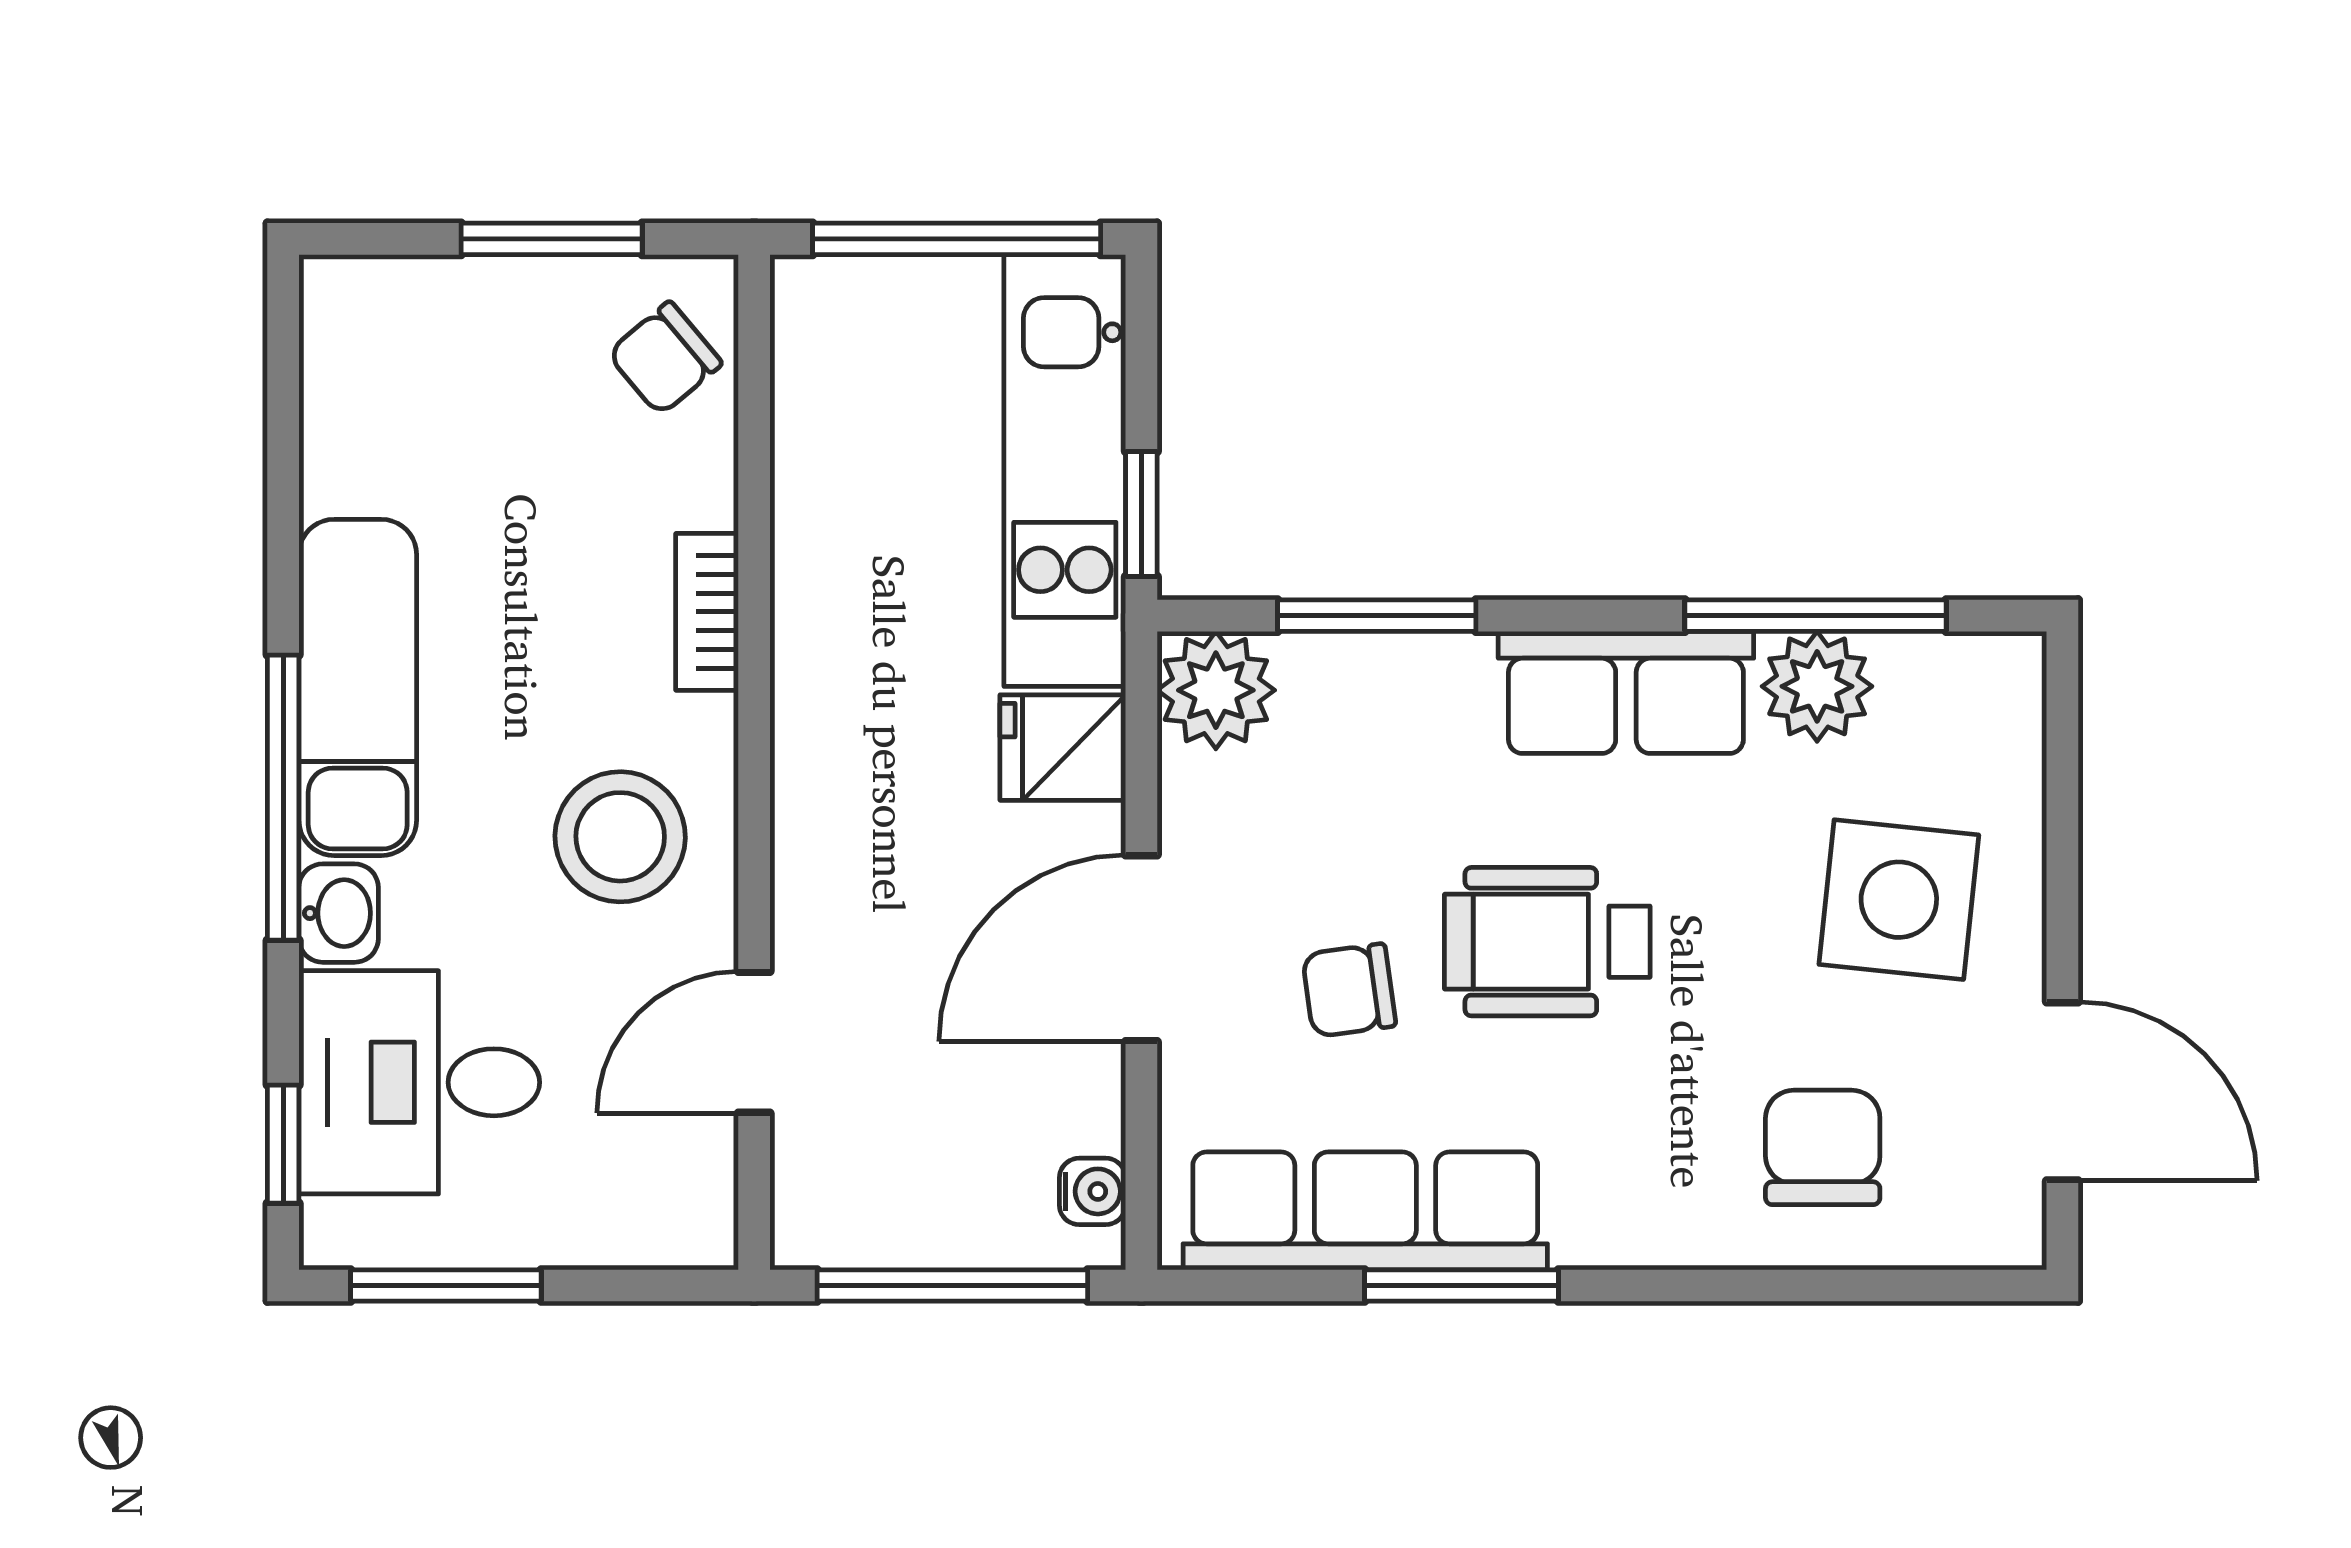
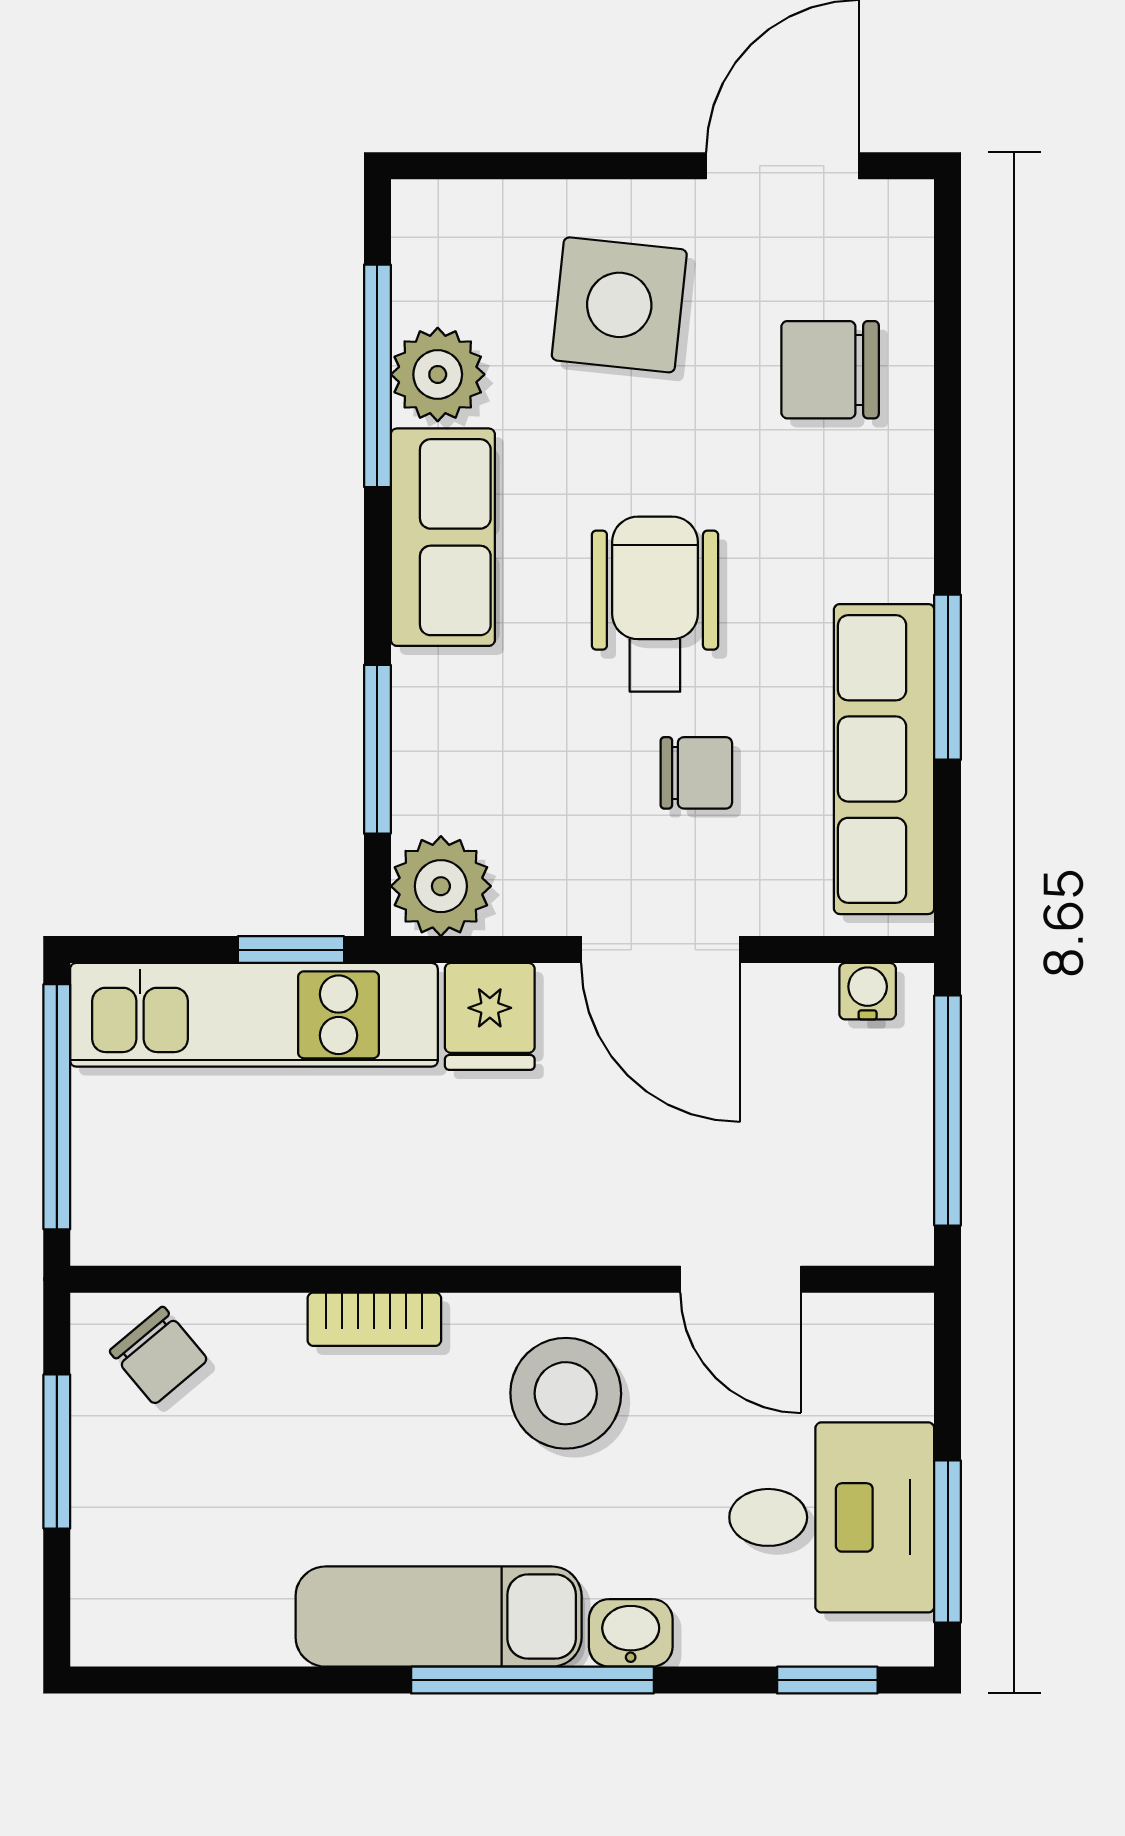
wheelchair: (1547, 942) -> (655, 604), turned 180
chair: (1349, 990) -> (696, 773), turned -82
desk: (419, 1082) -> (832, 1517), moved, turned -90

